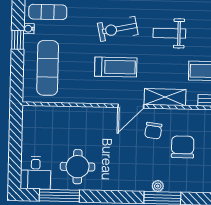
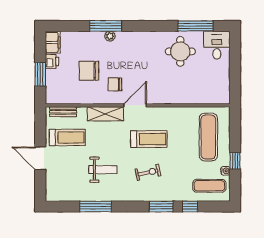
exercise bike: (118, 29) -> (148, 172), width x0.73, depth x0.72
treadmill: (116, 67) -> (149, 139), turned 180
chair: (153, 131) -> (115, 84), turned -97
chair: (183, 147) -> (89, 71), turned 90

